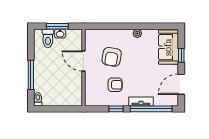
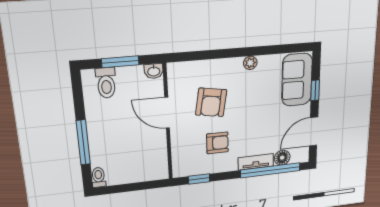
washbasin: (60, 34) -> (154, 71), moved
floor lamp: (159, 101) -> (282, 158), added
window: (116, 109) -> (199, 179), moved

